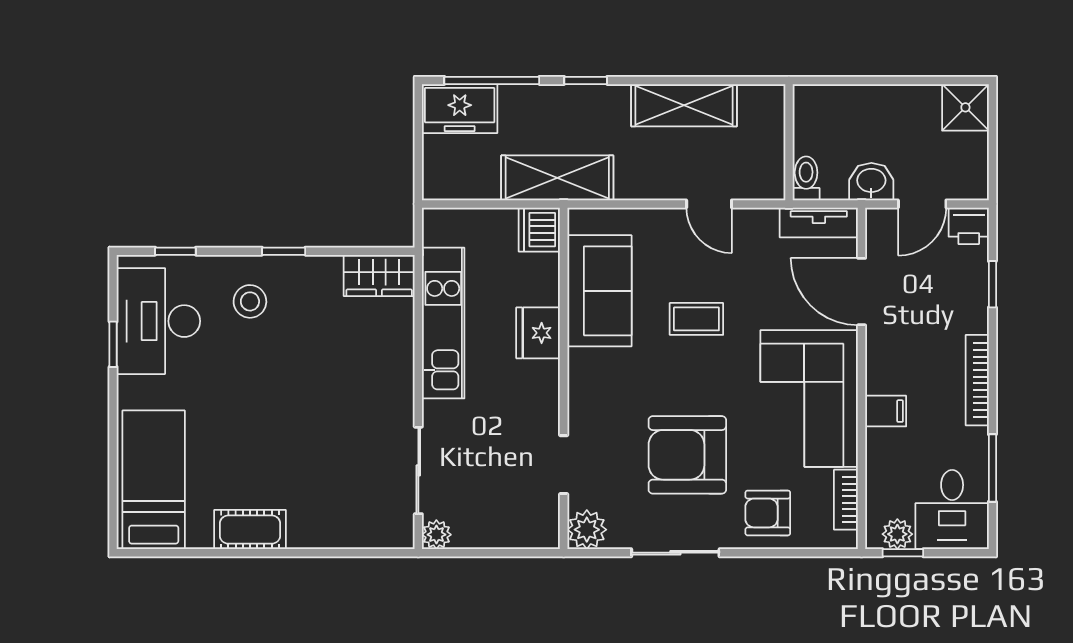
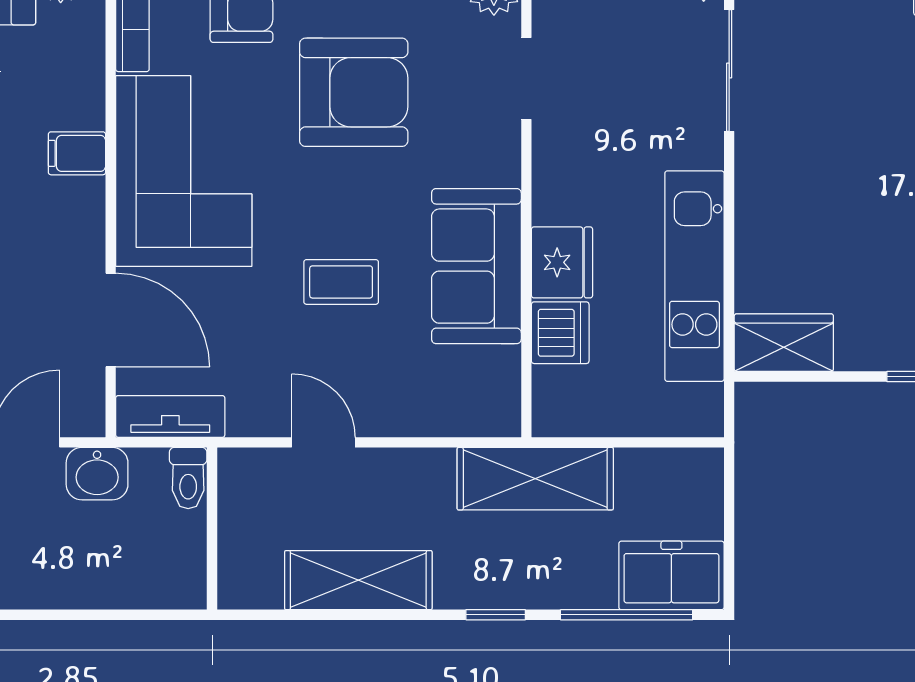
dishwasher: (539, 230) -> (560, 333), moved
sofa: (599, 291) -> (476, 266), moved

